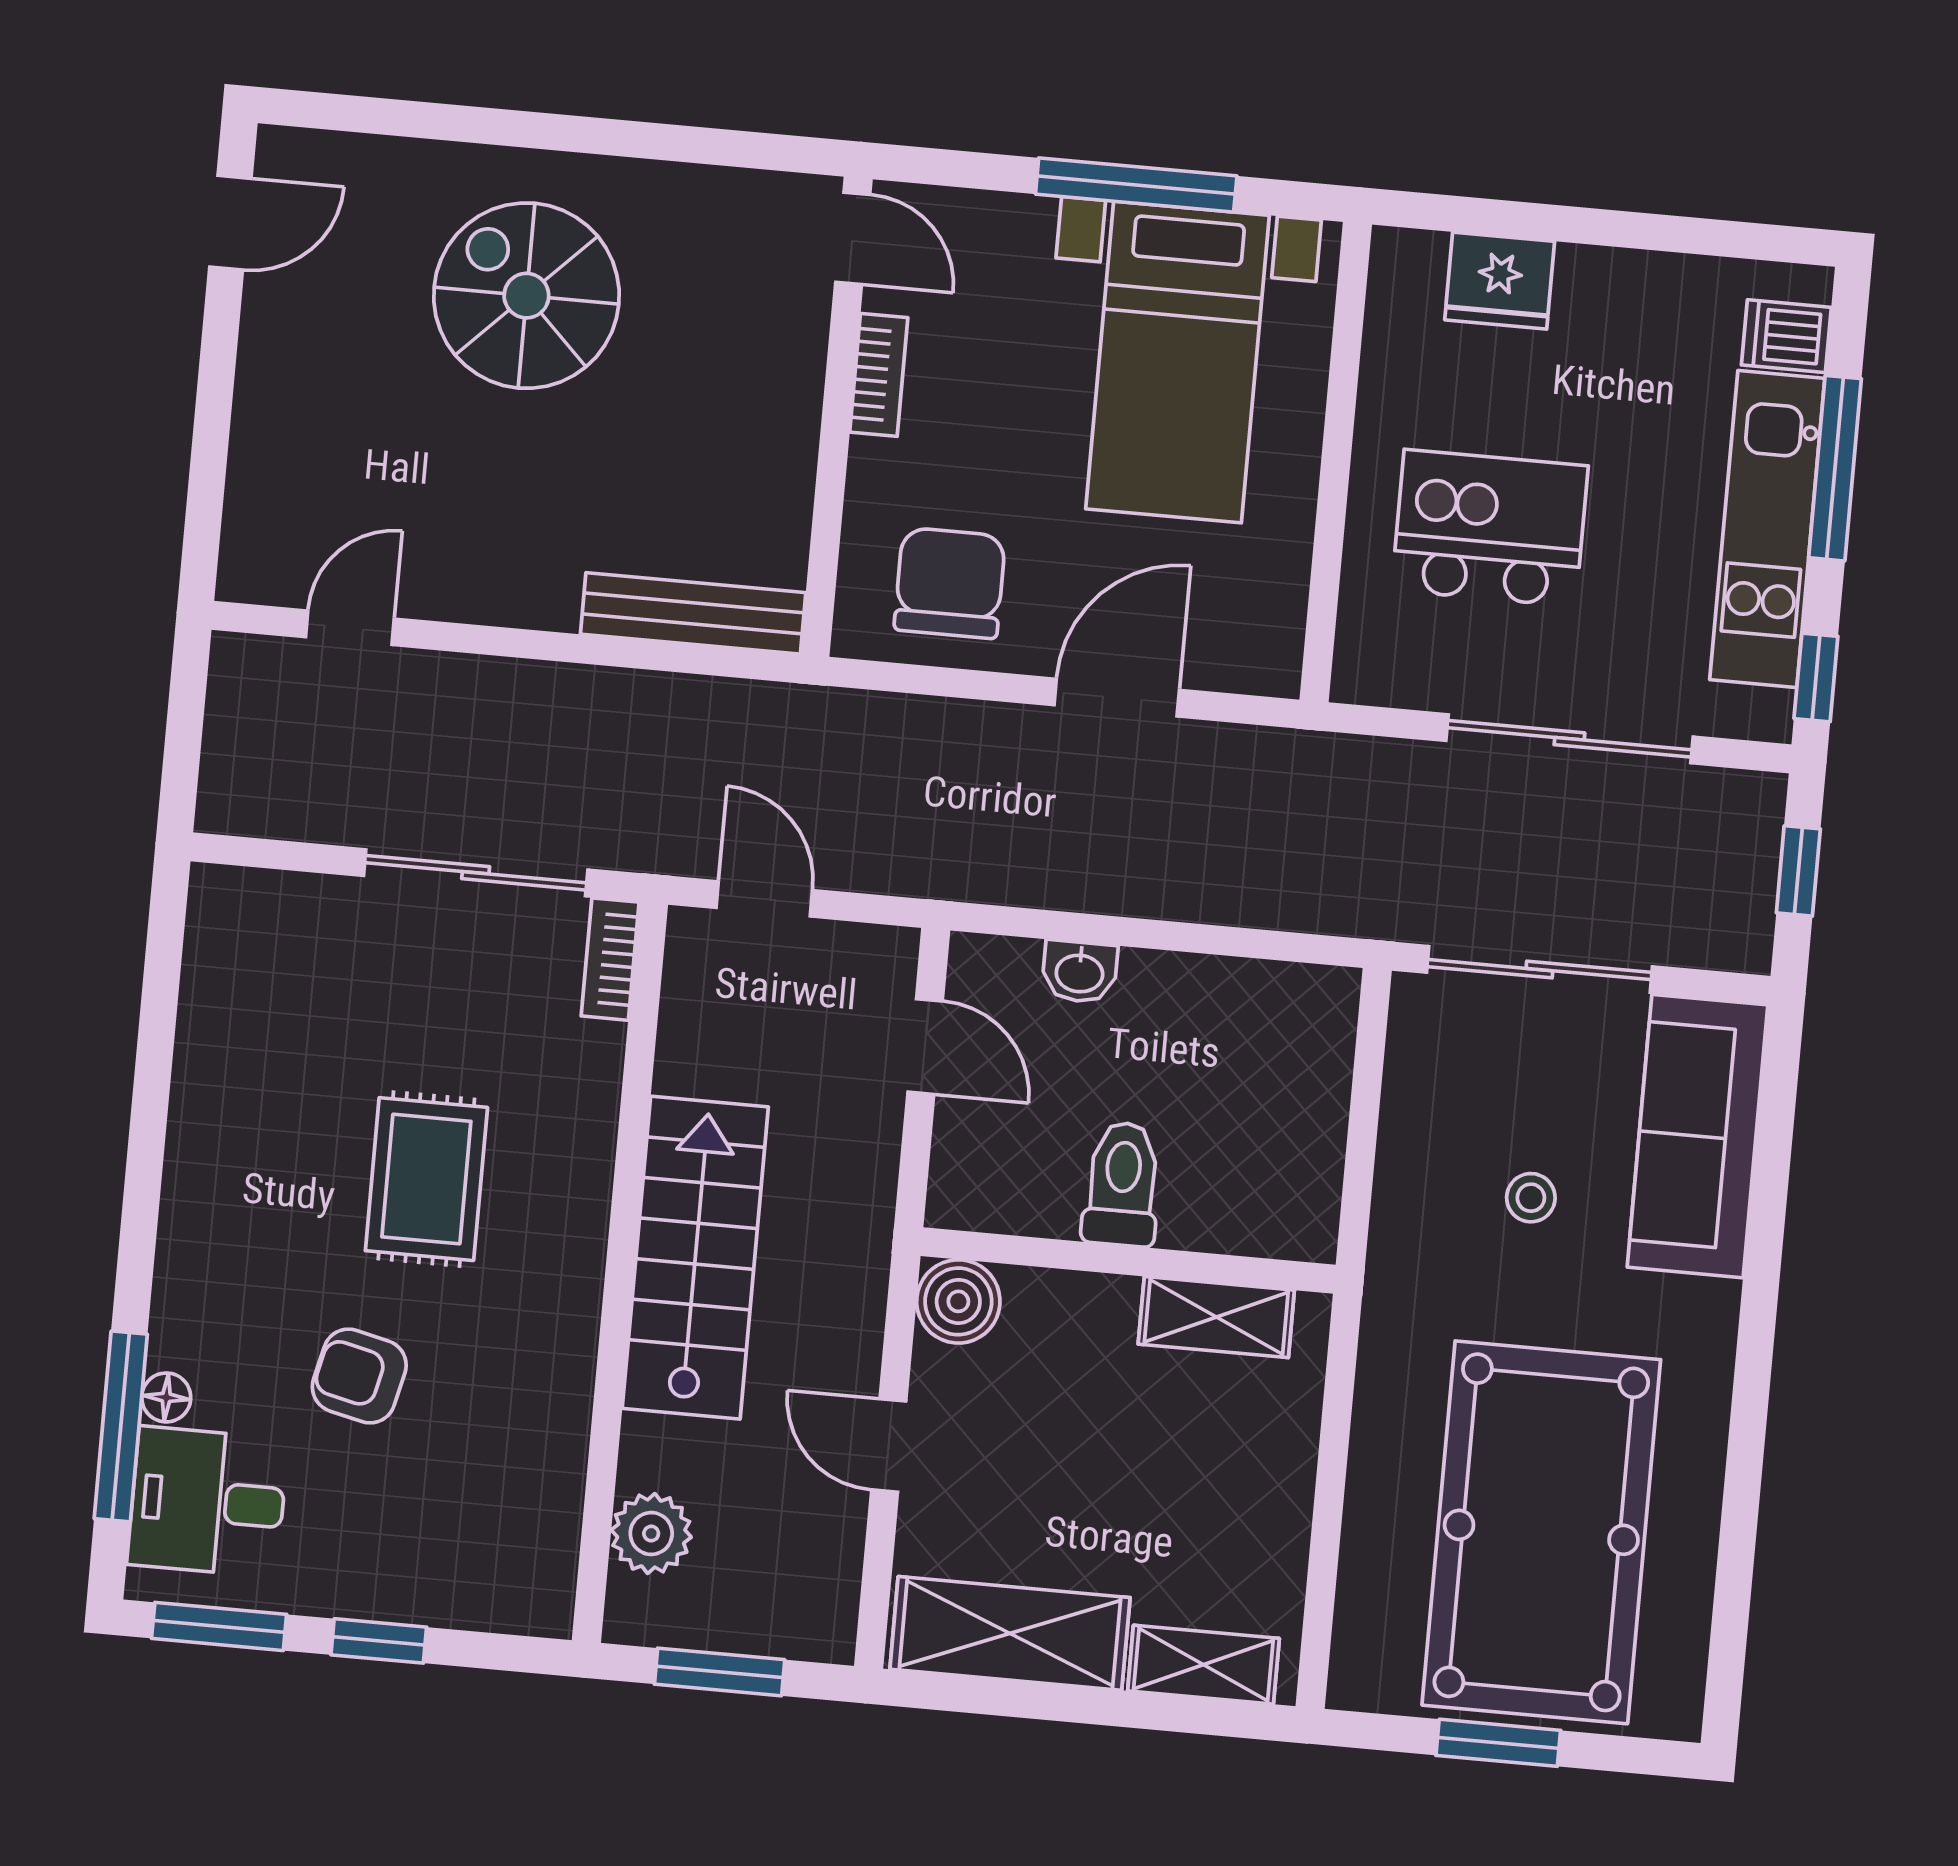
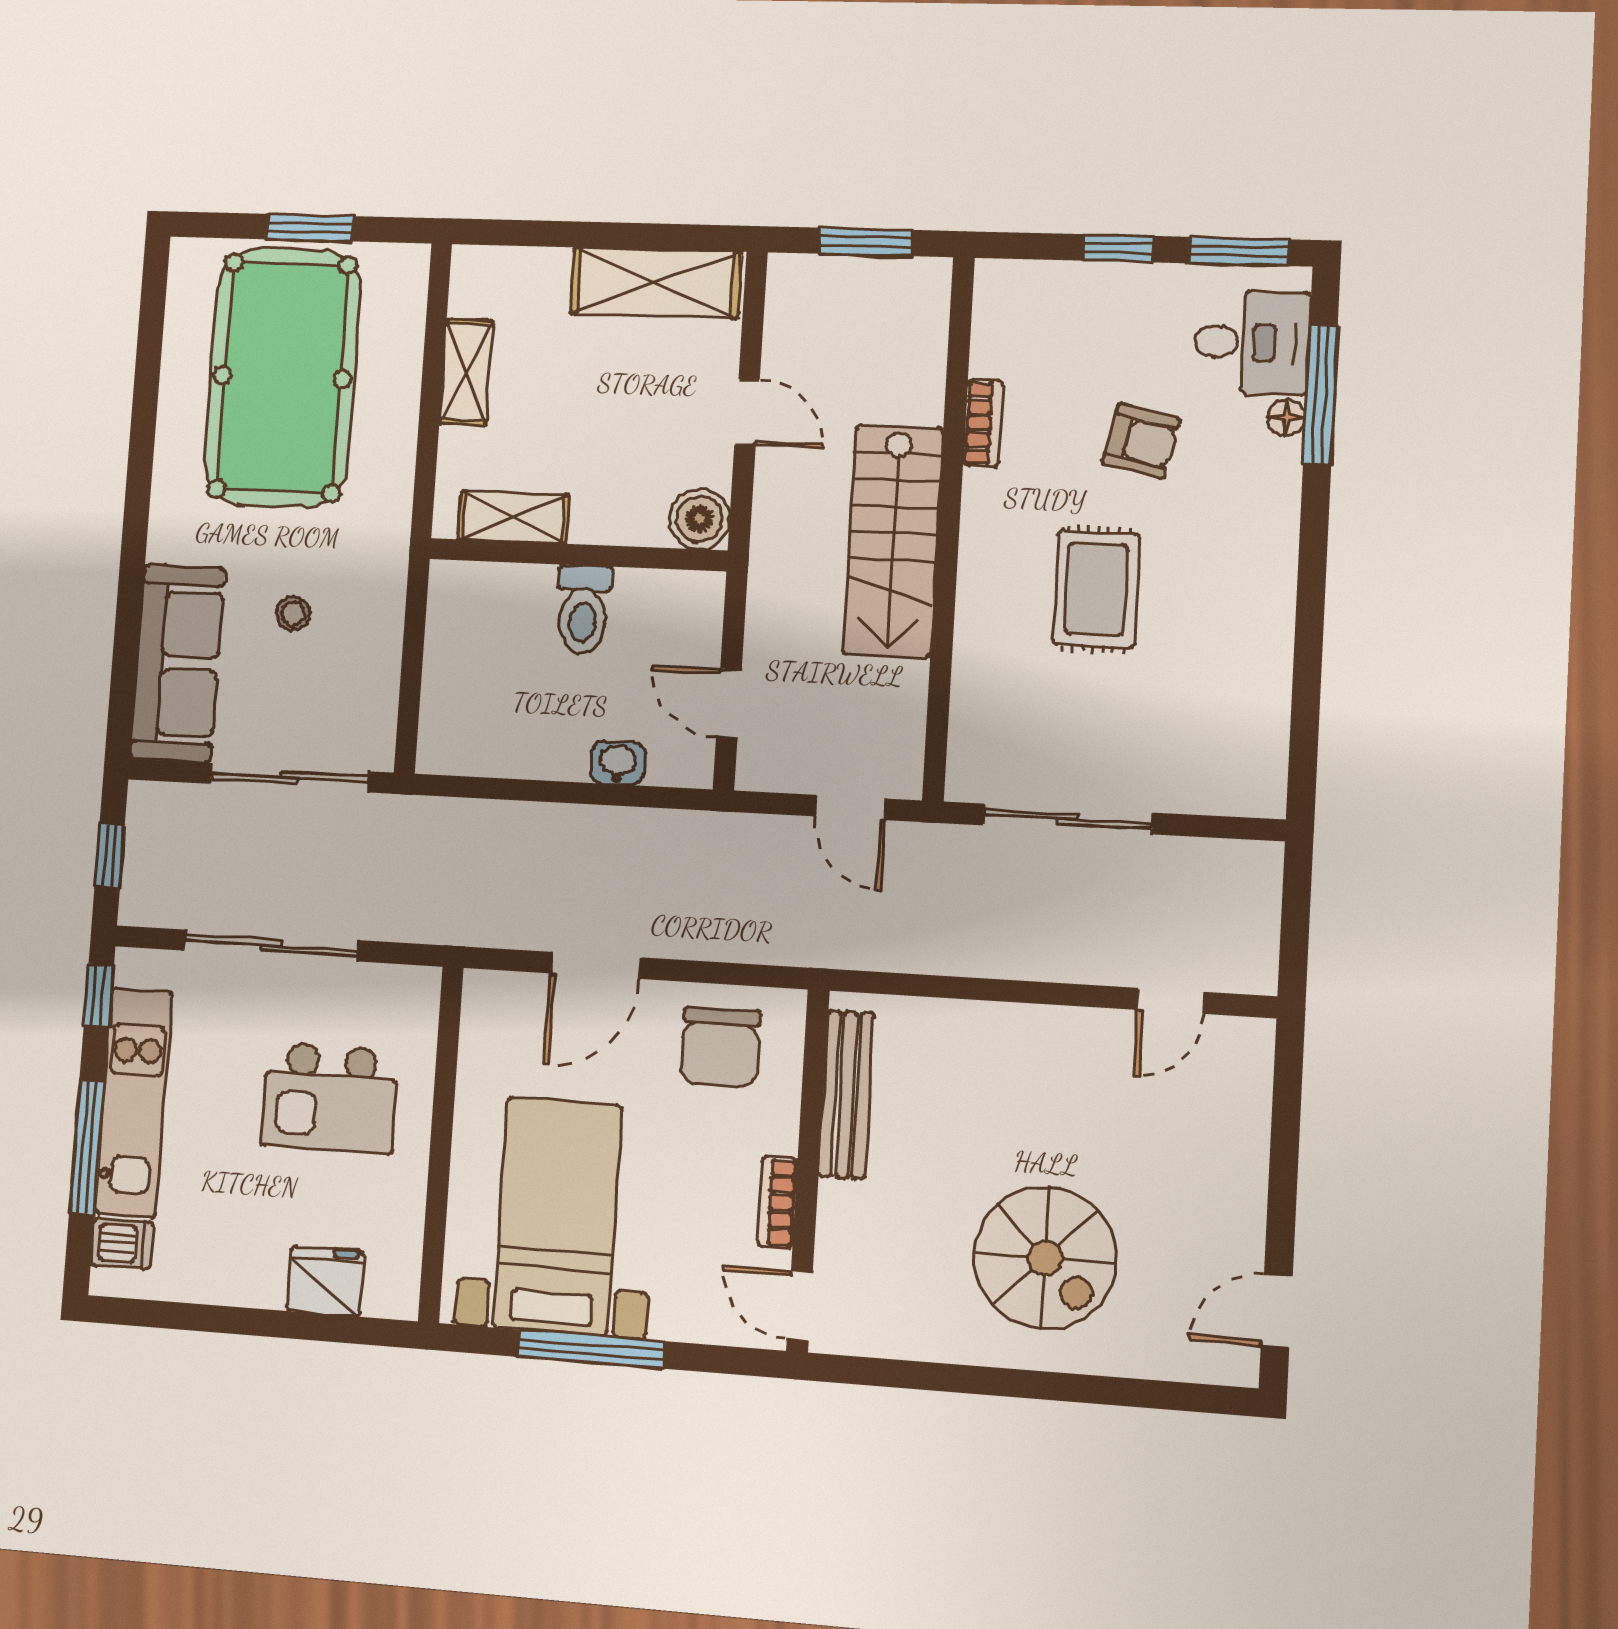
bench: (693, 613) -> (846, 1095), moved, turned 90
bookcase: (610, 959) -> (983, 423), moved
plant: (651, 1533) -> (919, 339), removed
shelving: (1203, 1665) -> (466, 372), moved, turned 90

